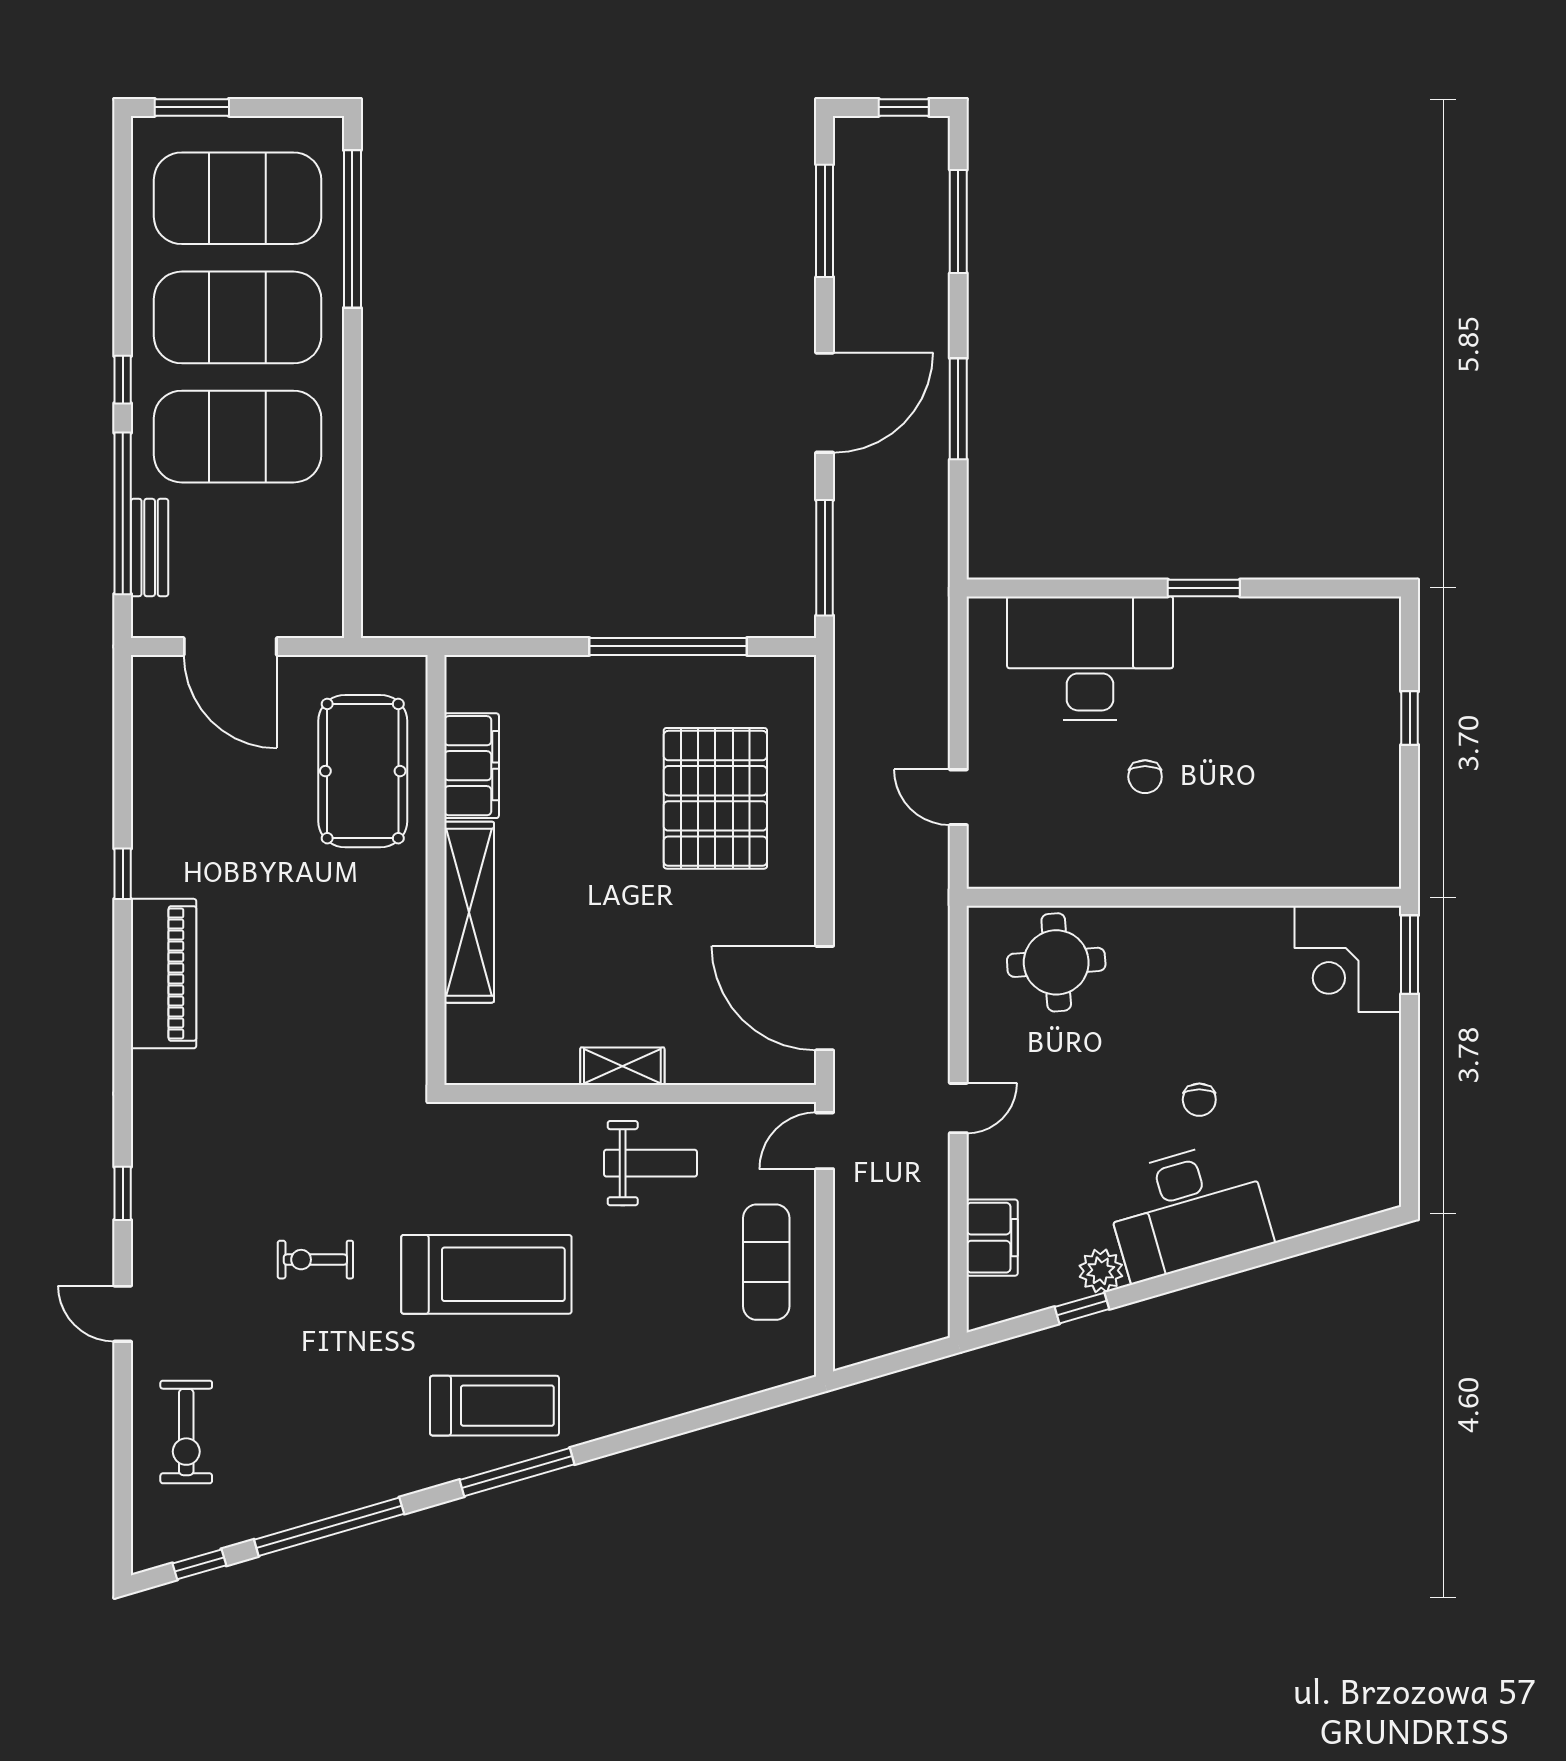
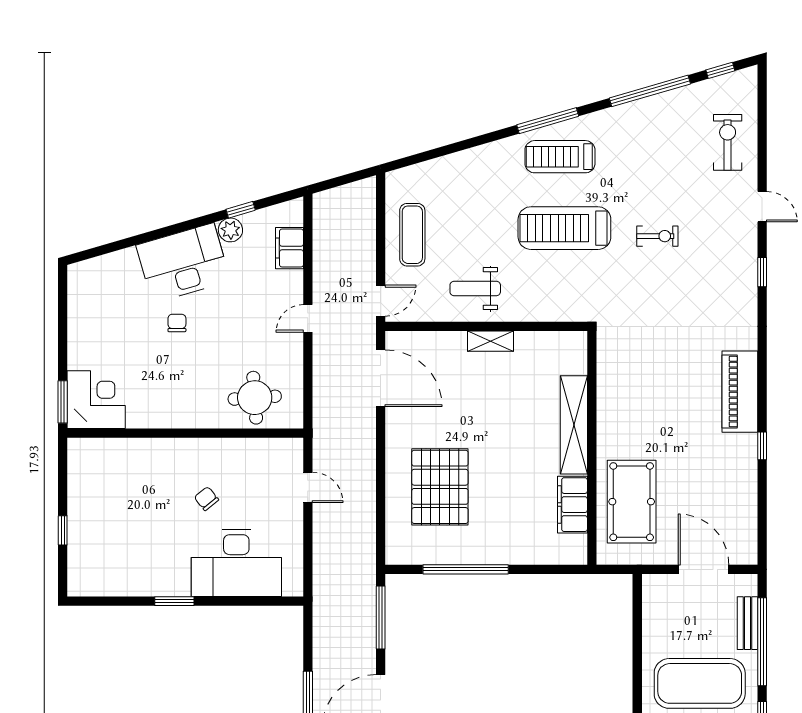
chair: (1145, 777) -> (206, 499), turned -39

